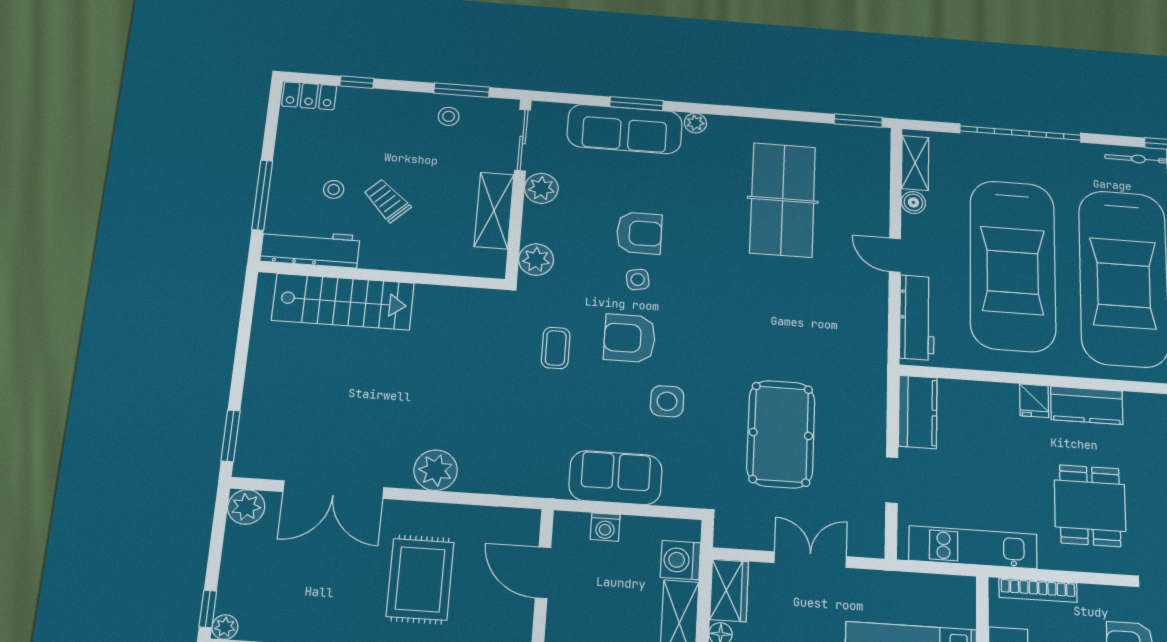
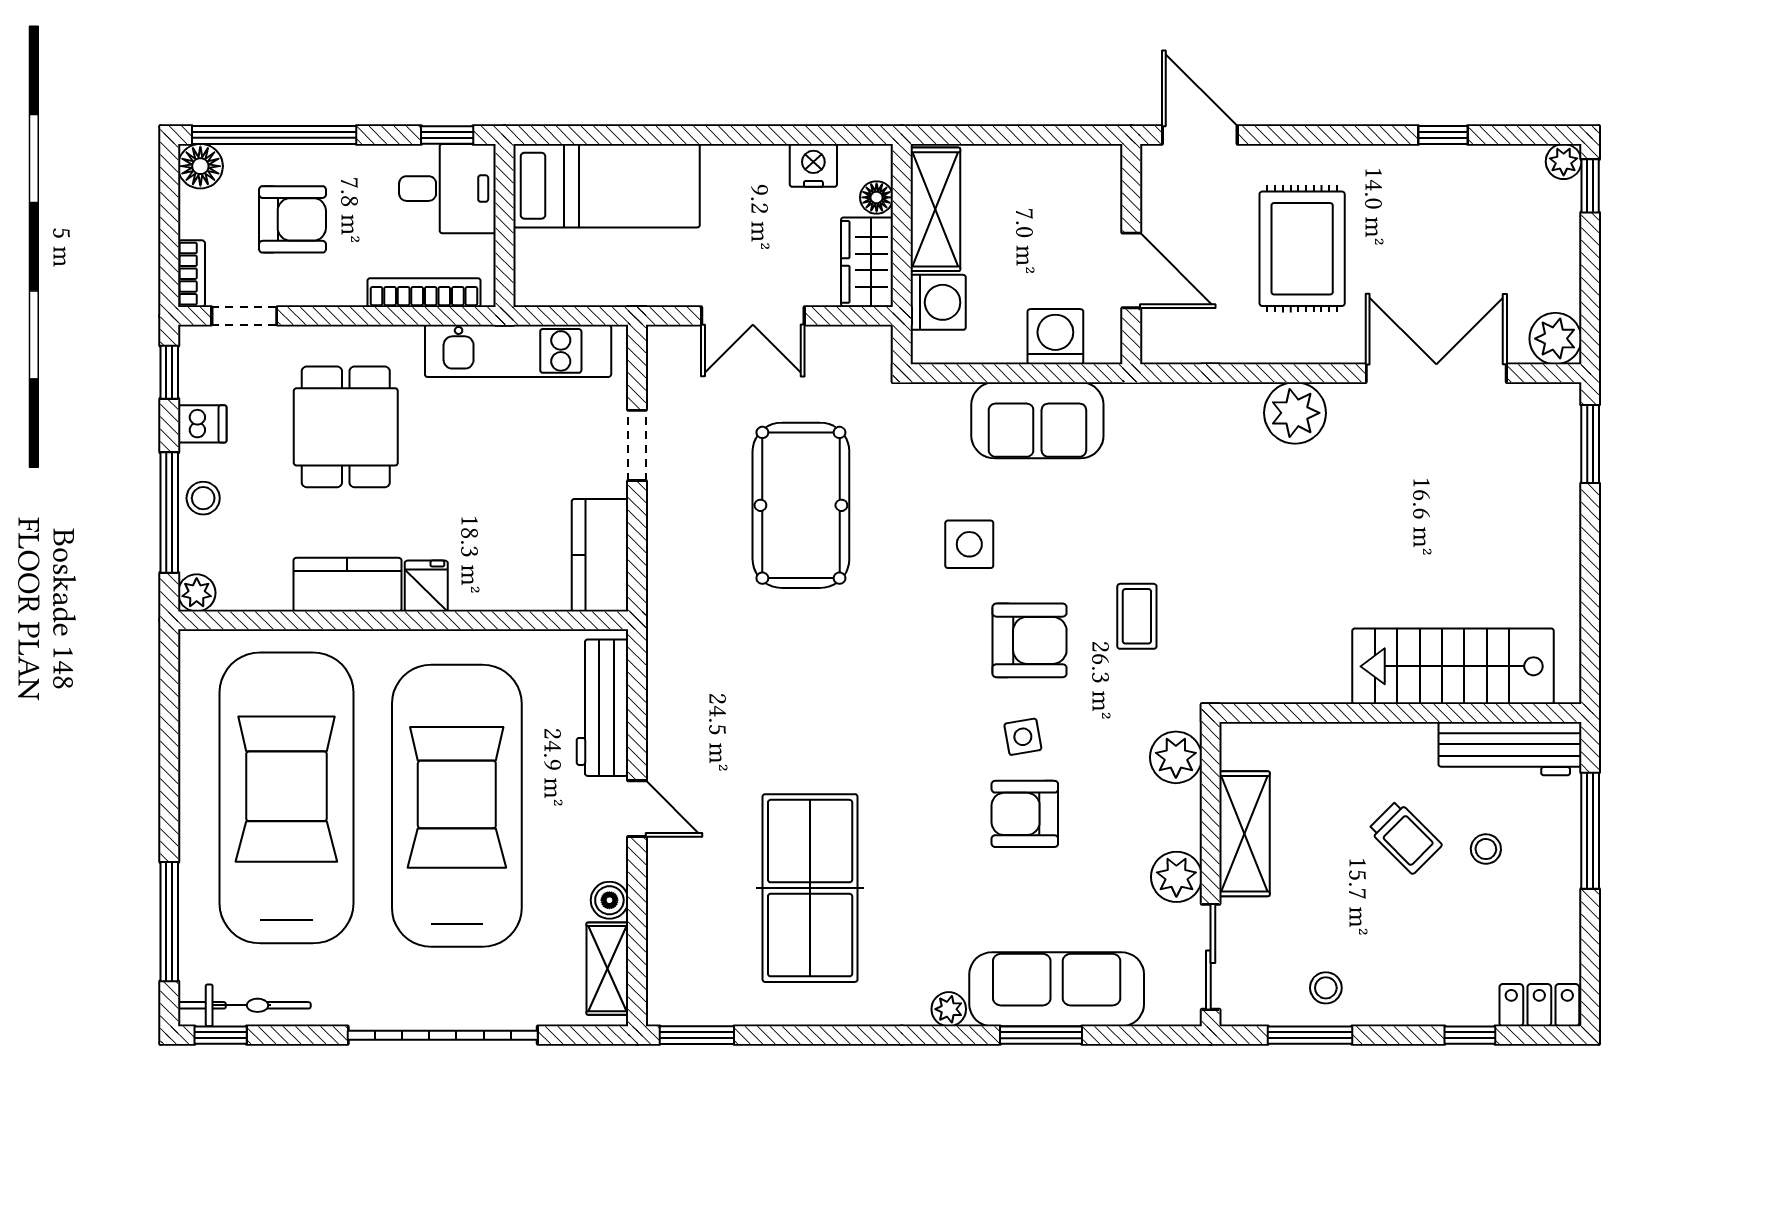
washing machine: (605, 527) -> (1055, 337), width x1.38, depth x1.38

